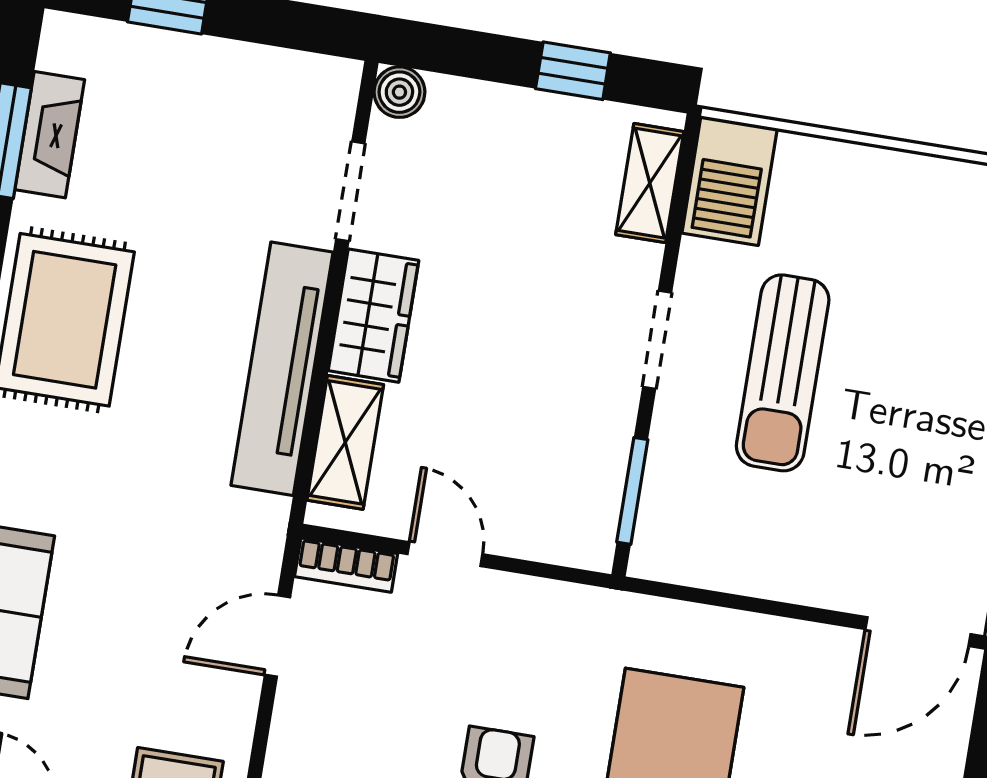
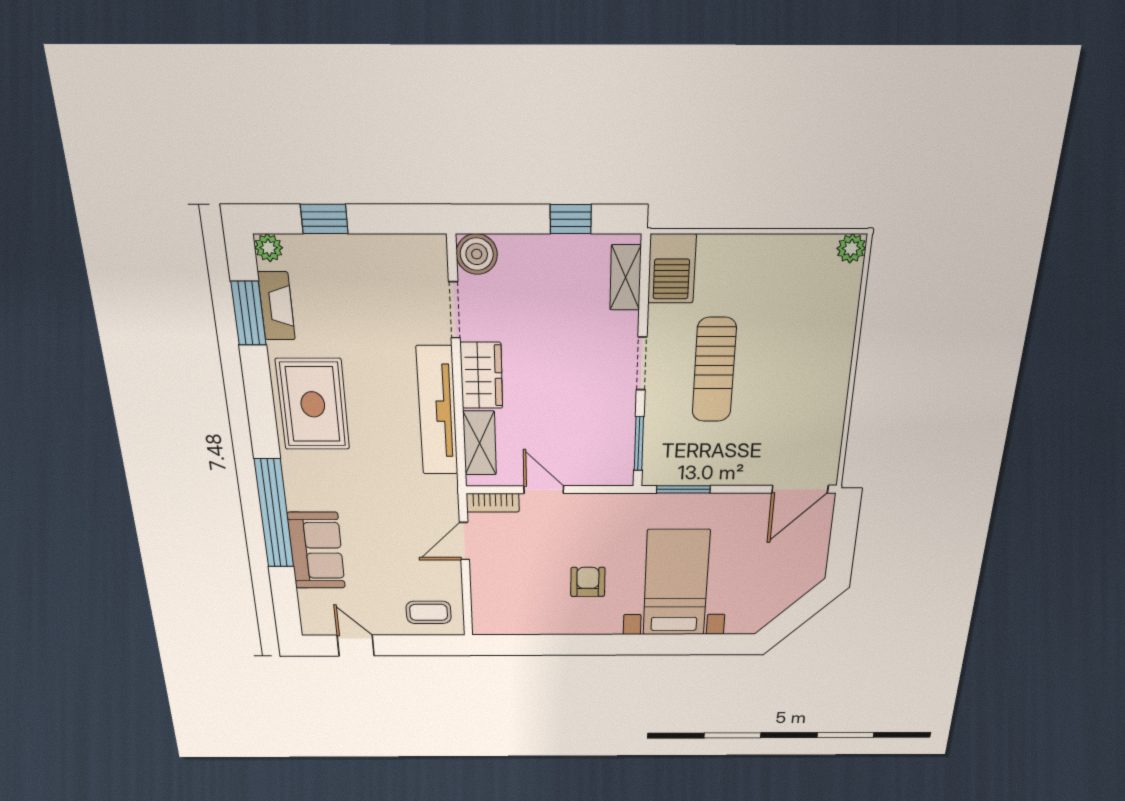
plant: (64, 36) -> (269, 248), added
boiler: (399, 92) -> (477, 254), width x1.36, depth x1.36
window: (702, 596) -> (683, 489), added

